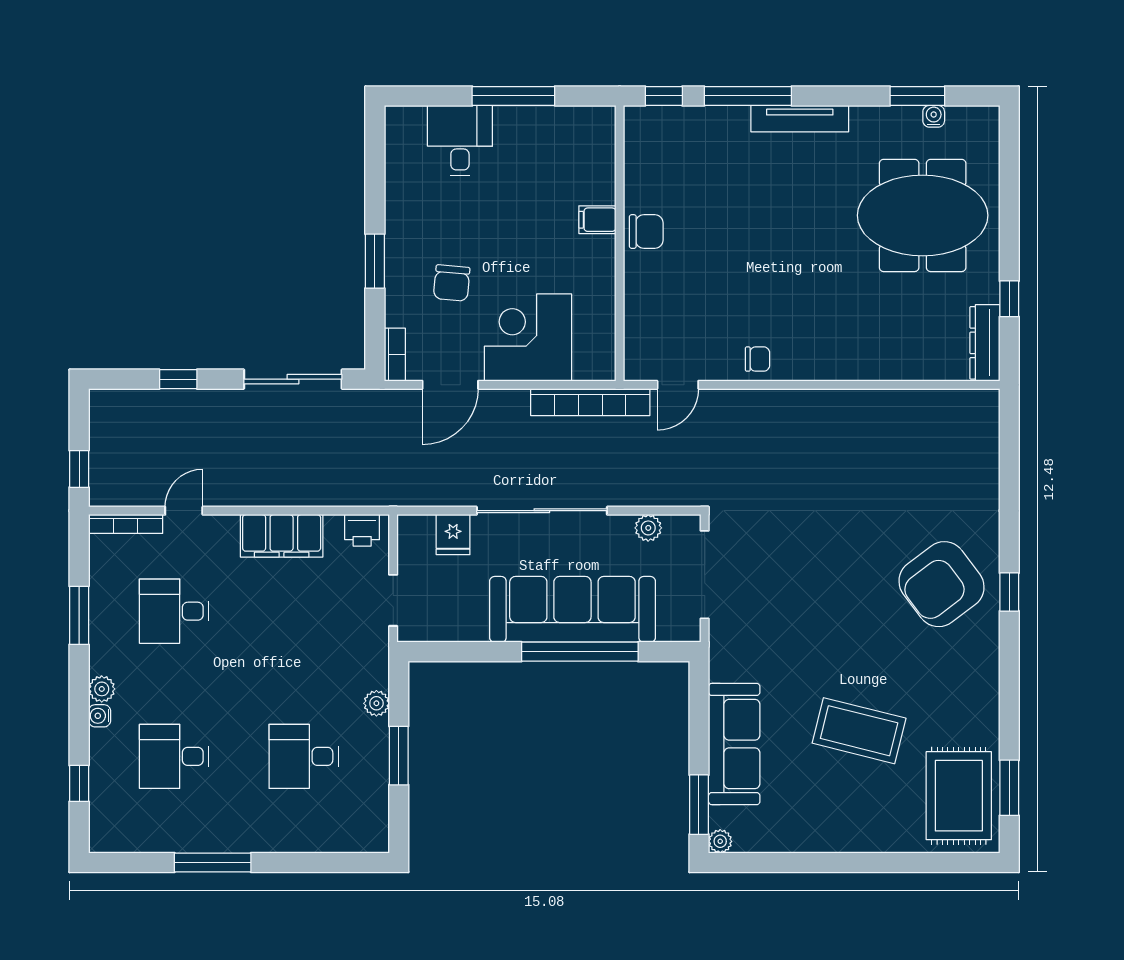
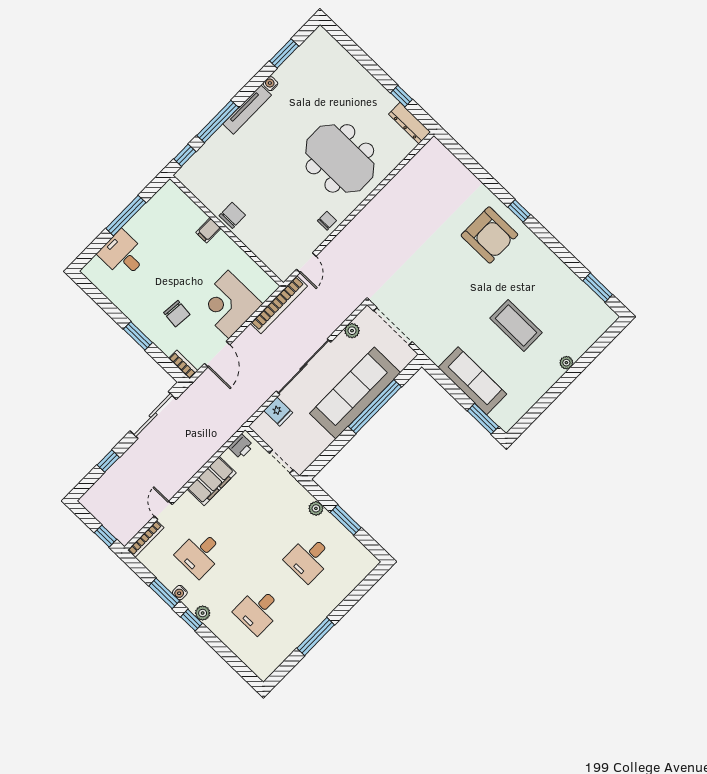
water cooler: (934, 116) -> (271, 84), moved
meeting table: (923, 215) -> (340, 158), moved, turned 90
armchair: (942, 584) -> (489, 235), turned -53
water cooler: (100, 716) -> (180, 593), moved
coffee table: (859, 731) -> (516, 325), turned 76
window: (79, 783) -> (192, 620), moved
rug: (959, 796) -> (581, 311), removed
plant: (720, 841) -> (566, 363), moved

